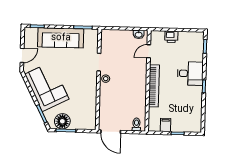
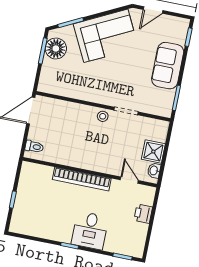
shower: (125, 37) -> (153, 152), added
sofa: (61, 38) -> (168, 66), width x0.73
door: (22, 55) -> (153, 10), hinge flipped
filing cabinet: (166, 125) -> (27, 185), removed

